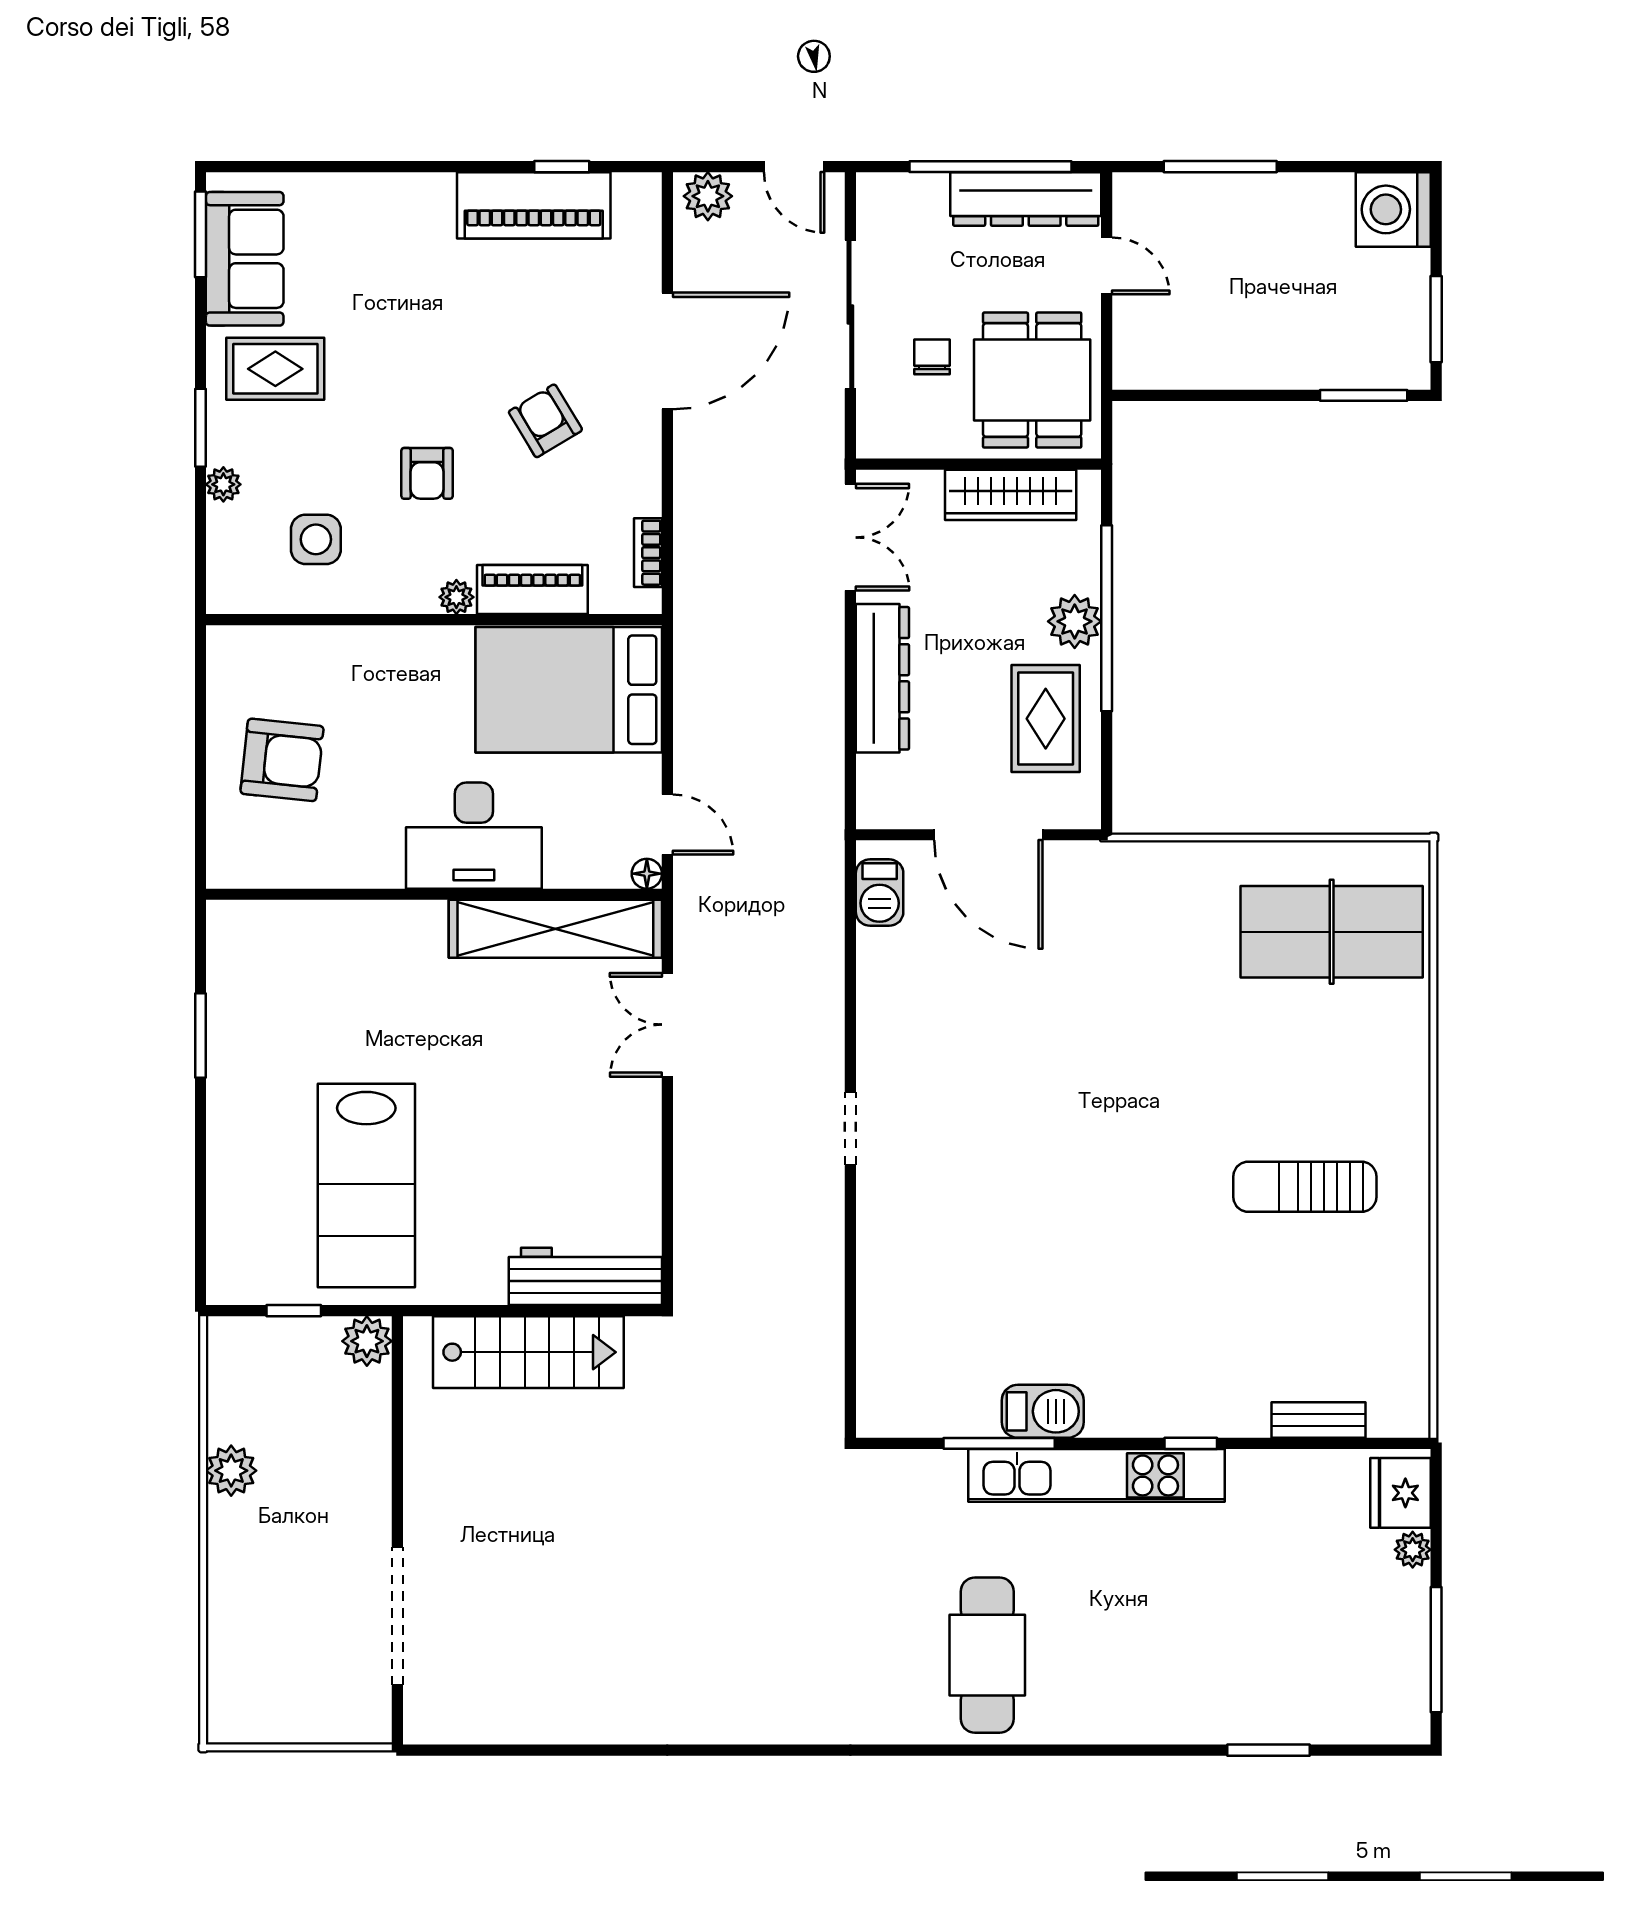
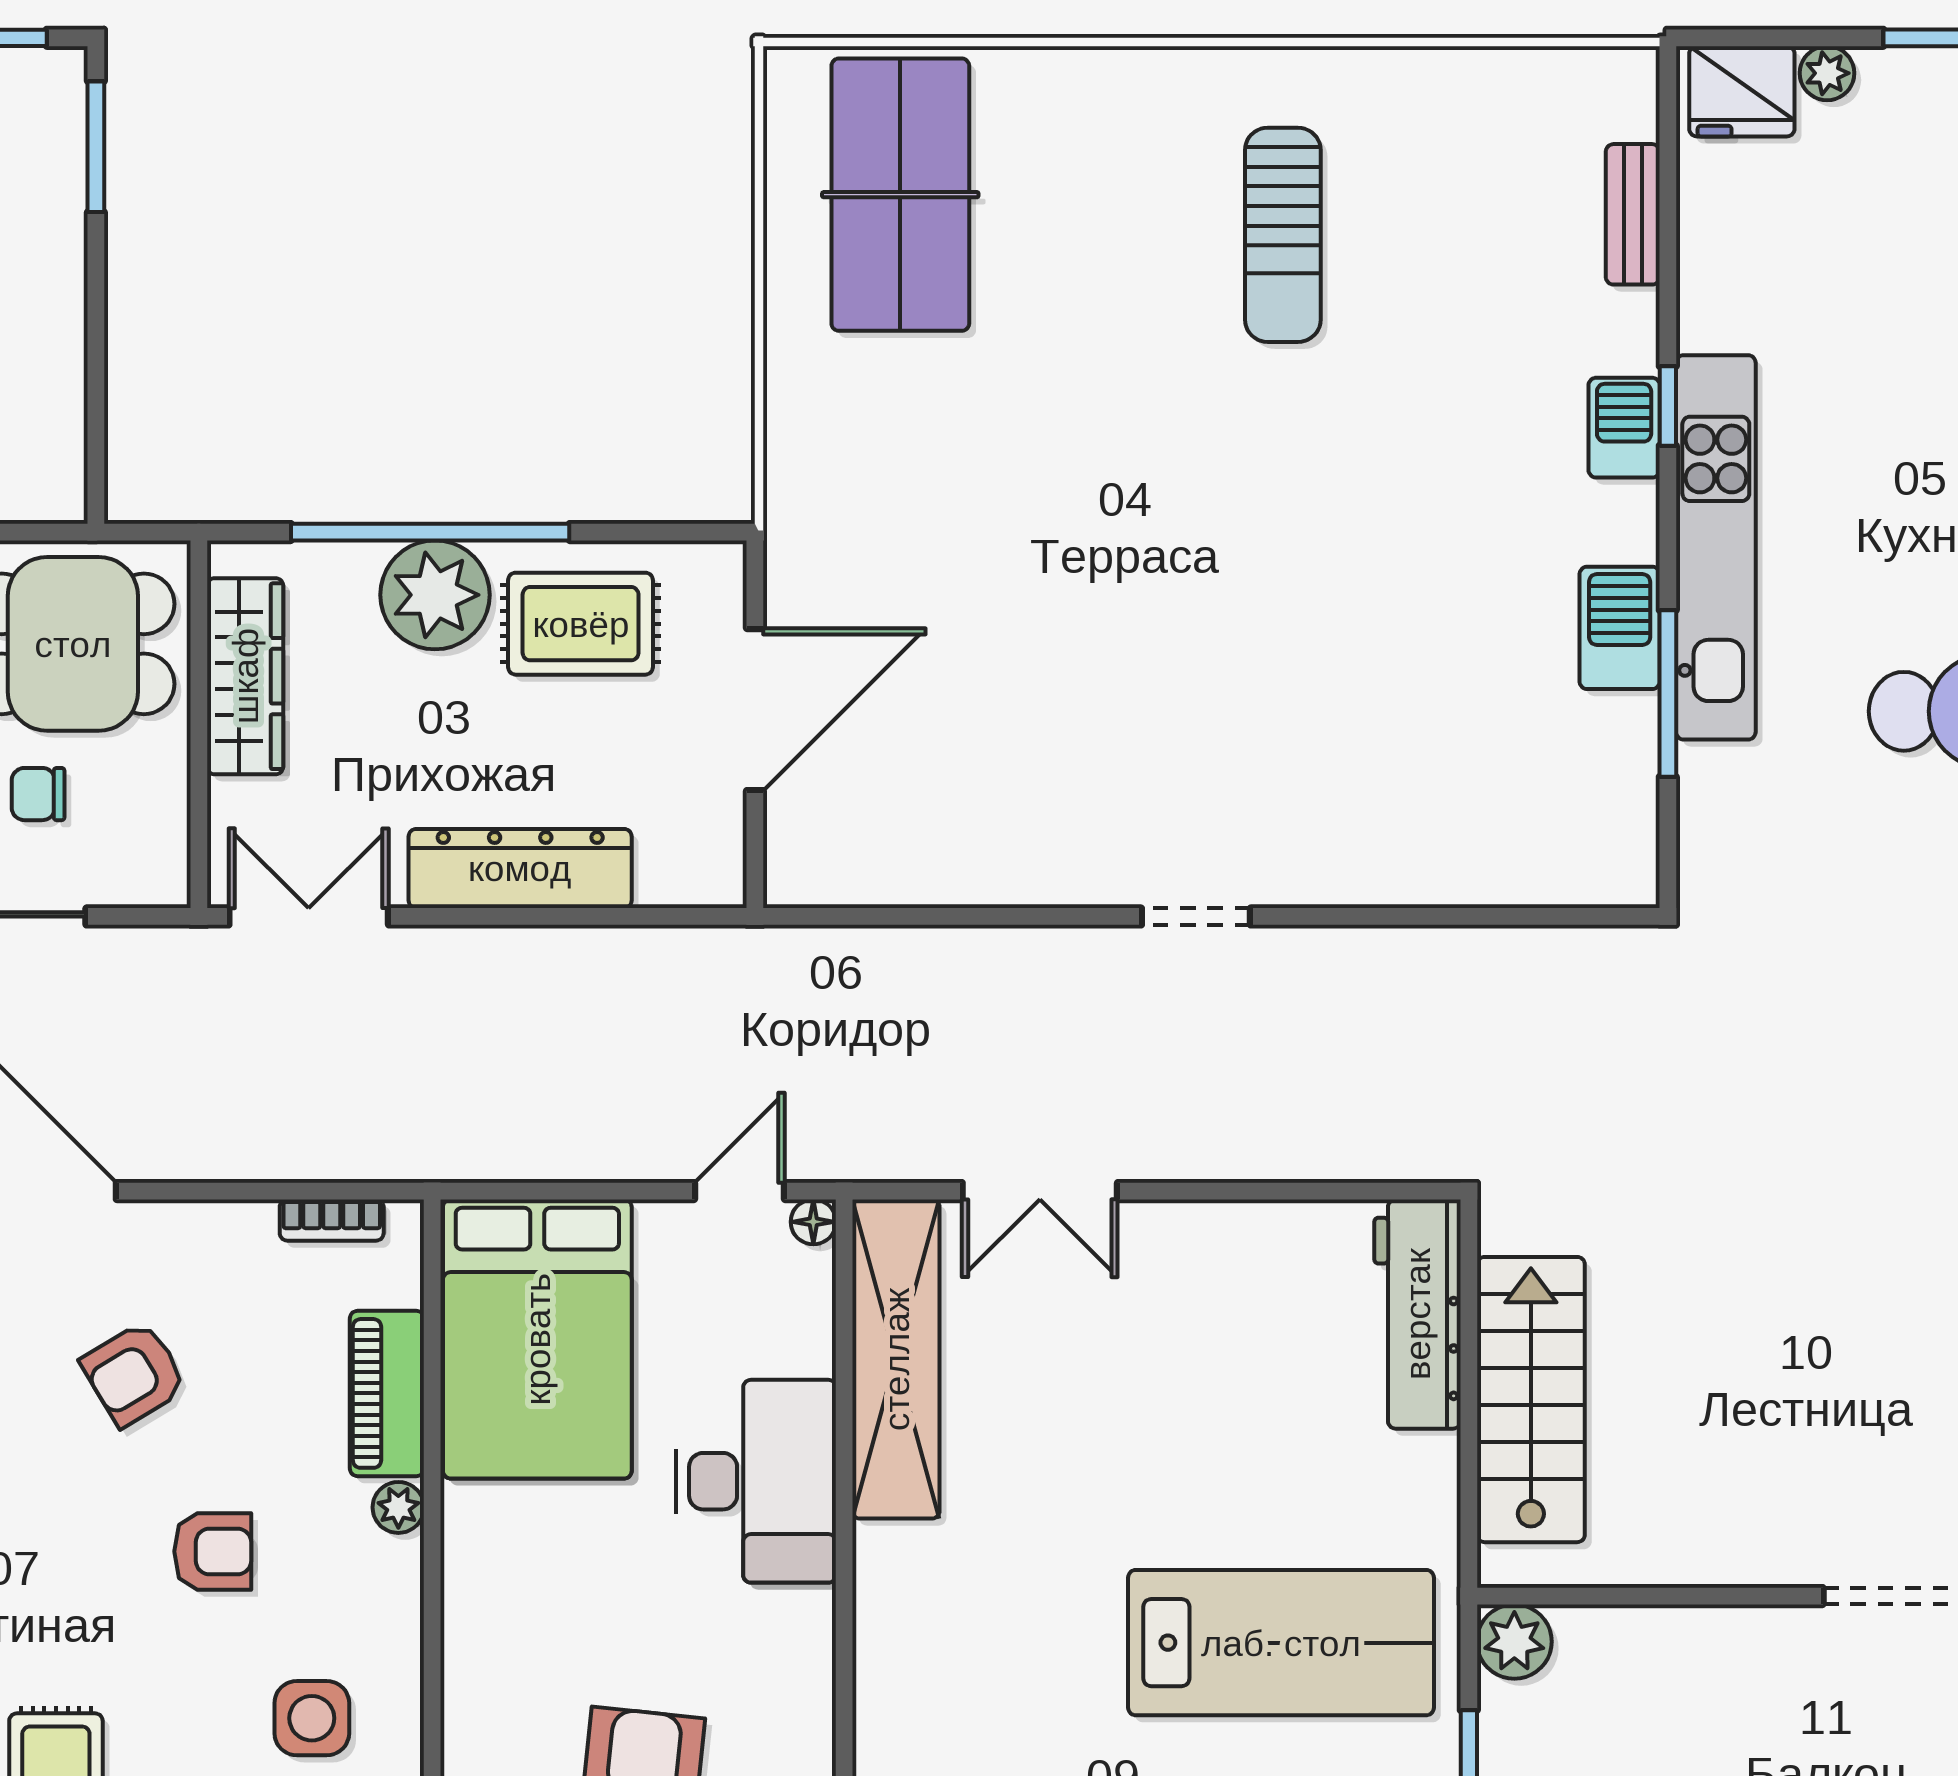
plant: (1075, 621) -> (435, 595), width x1.36, depth x1.36
barbecue: (880, 893) -> (1624, 428), moved, turned -90

